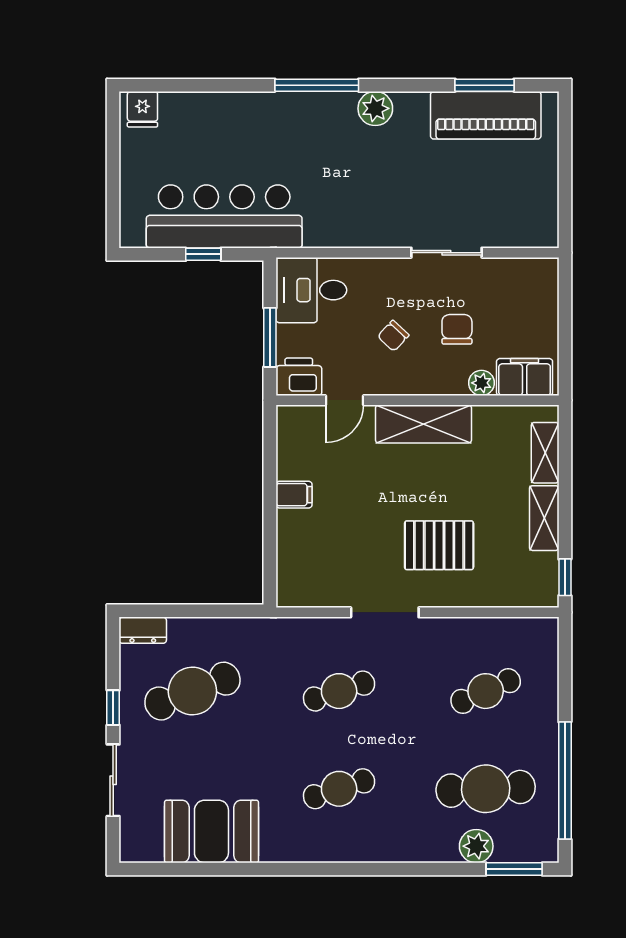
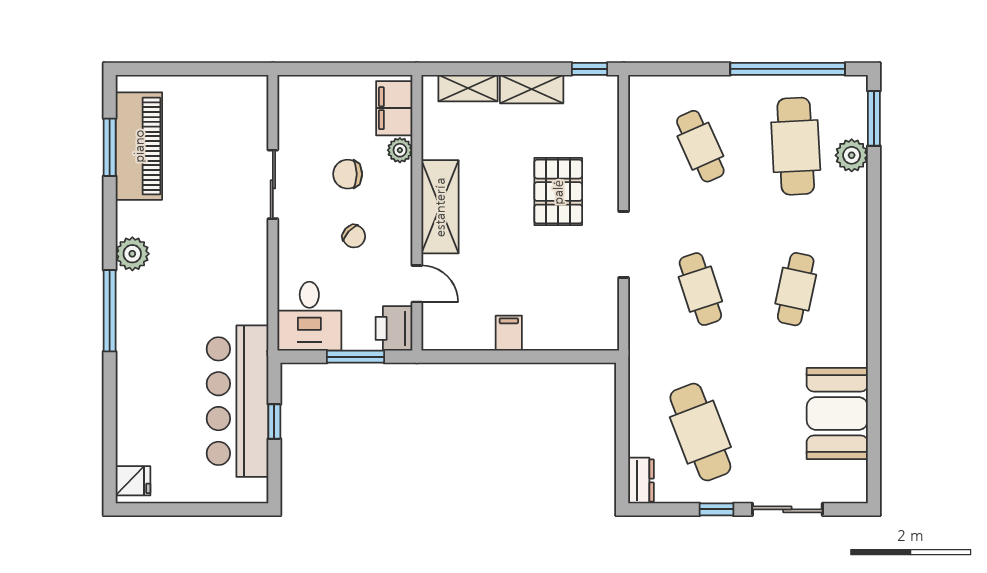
cafe table: (339, 789) -> (796, 289), turned 30

